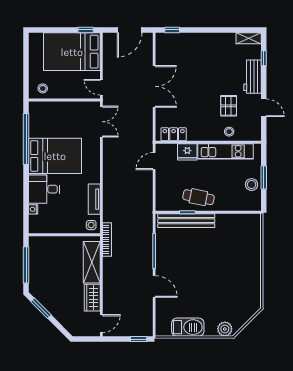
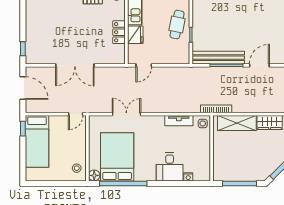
bed: (72, 52) -> (37, 141), width x0.67
double door: (154, 86) -> (75, 65), swing flipped
floor lamp: (35, 107) -> (94, 175), added
double door: (101, 122) -> (126, 114), moved
locker: (174, 134) -> (119, 32), moved
bed: (55, 156) -> (117, 157), moved
door: (154, 161) -> (144, 65), hinge flipped
bench: (186, 221) -> (218, 58), moved, turned 90

